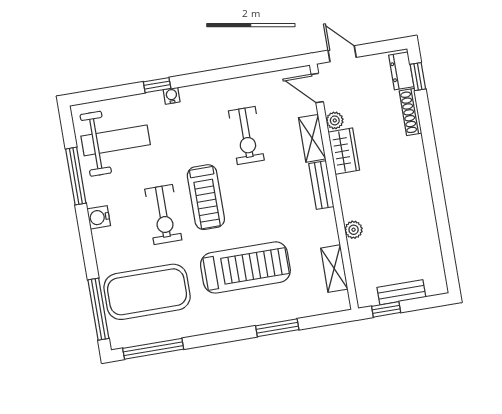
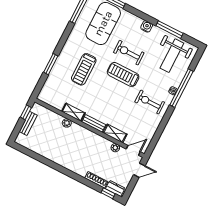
window: (157, 85) -> (181, 88), width x3.17
exercise bike: (246, 135) -> (150, 102), moved
wardrobe: (344, 151) -> (101, 142), removed
treadmill: (245, 267) -> (84, 69), width x0.73, depth x0.73
shelving: (334, 269) -> (73, 112), moved

